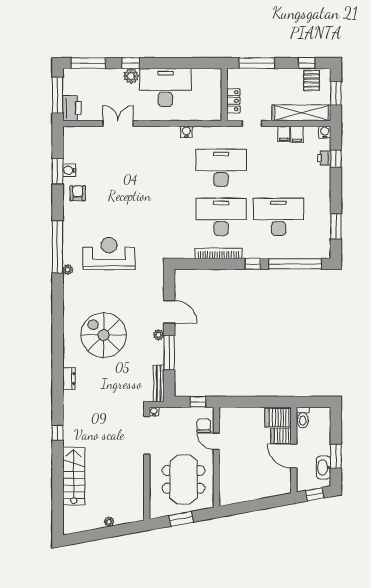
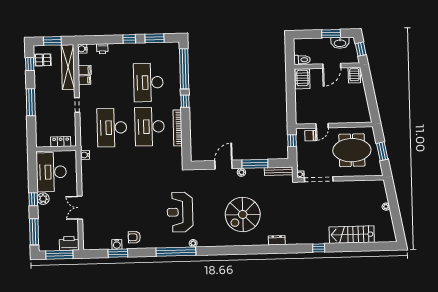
wall: (224, 95) -> (56, 149), moved
locker: (233, 101) -> (61, 142), moved
window: (336, 159) -> (129, 39), moved
server rack: (281, 436) -> (354, 75), moved

